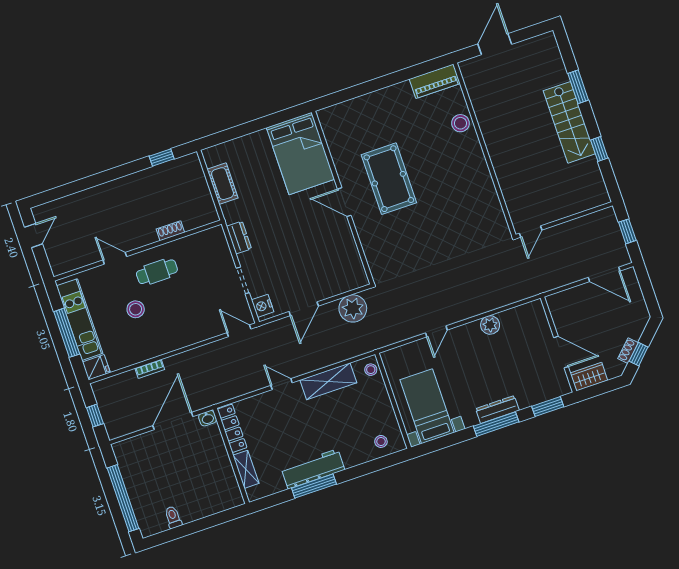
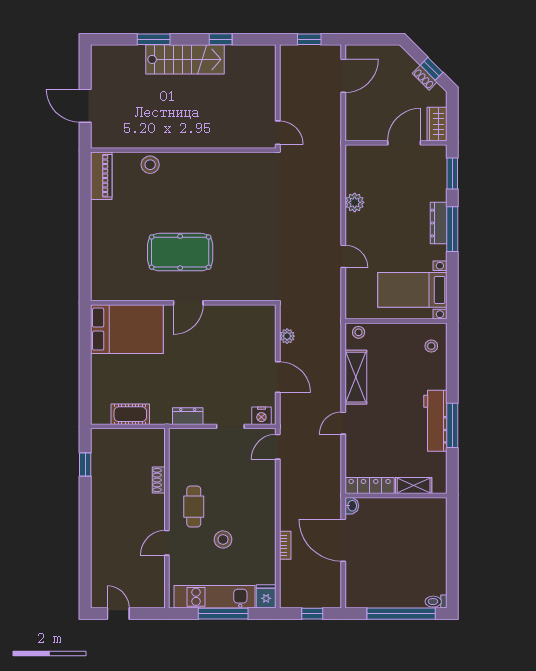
plant: (353, 308) -> (287, 336), width x0.53, depth x0.53
toilet: (173, 517) -> (436, 602), moved

